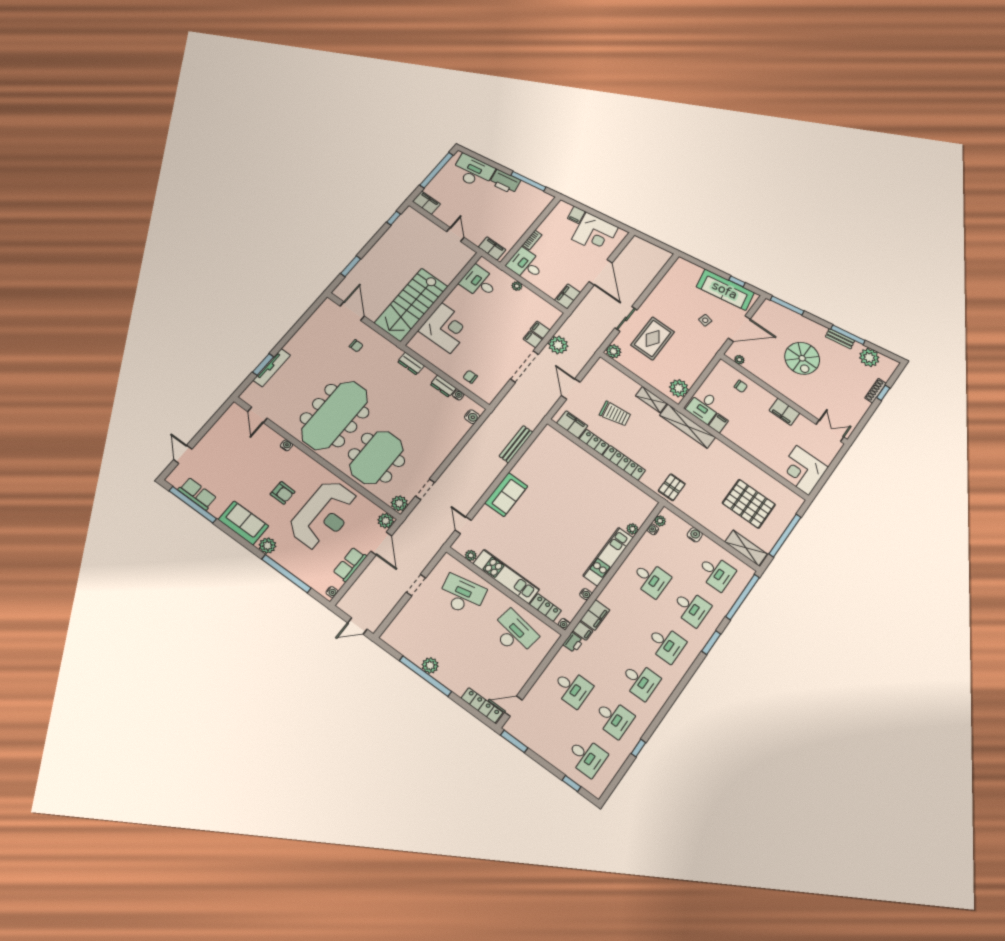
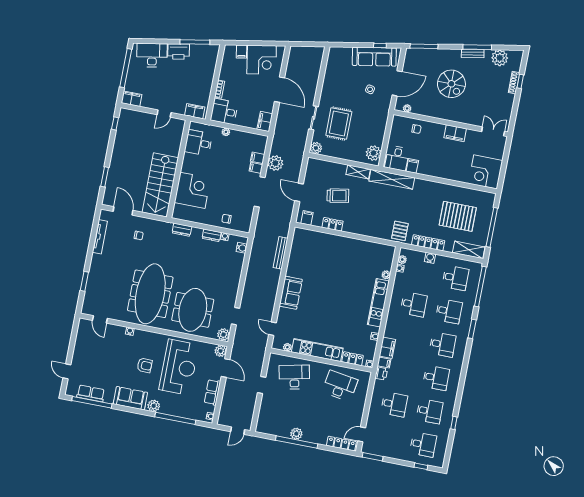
door: (455, 235) -> (164, 114), swing flipped
tv unit: (272, 368) -> (100, 237), moved
filing cabinet: (572, 425) -> (307, 218), width x0.50
locker: (624, 463) -> (428, 243), moved

